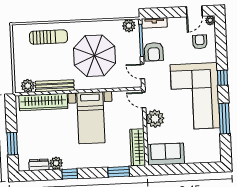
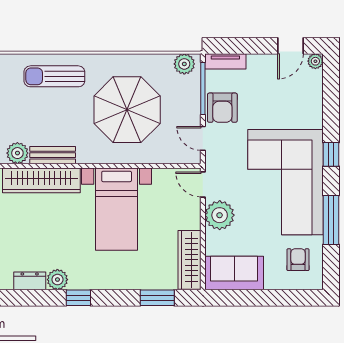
sun lounger: (48, 37) -> (54, 76), turned 180
armchair: (200, 42) -> (298, 260), moved
bench: (55, 86) -> (53, 155), width x0.73

